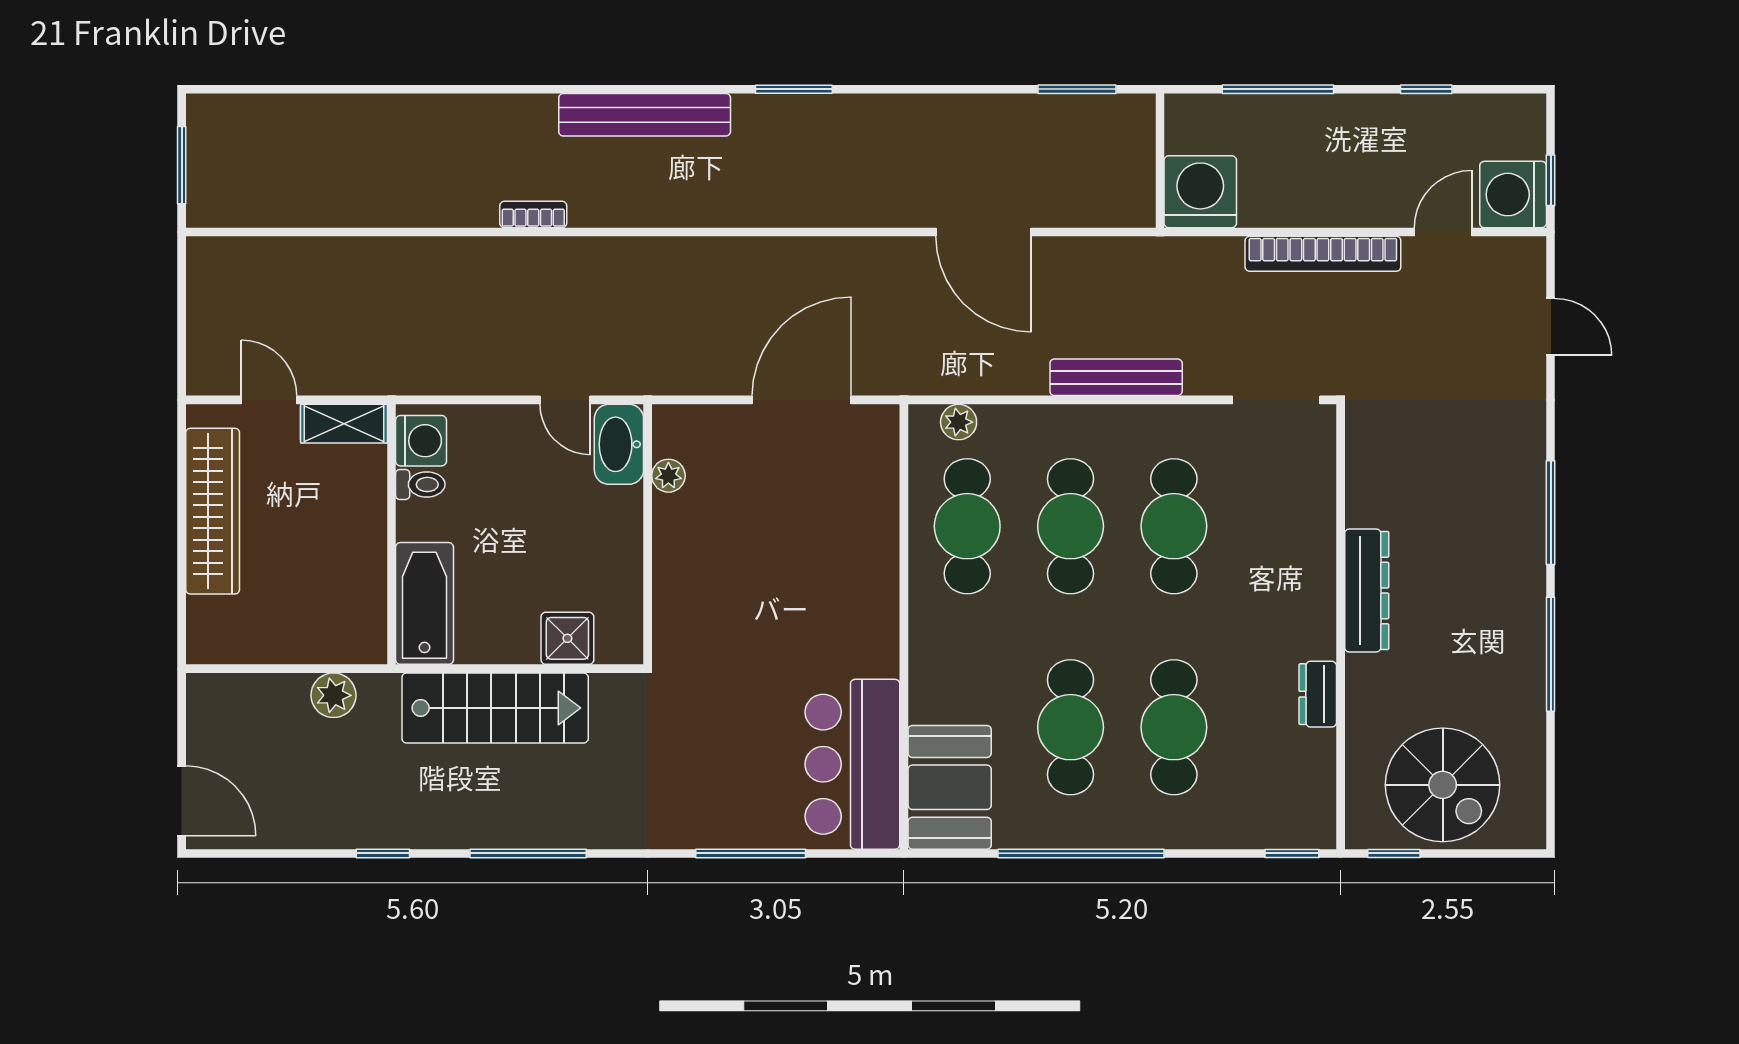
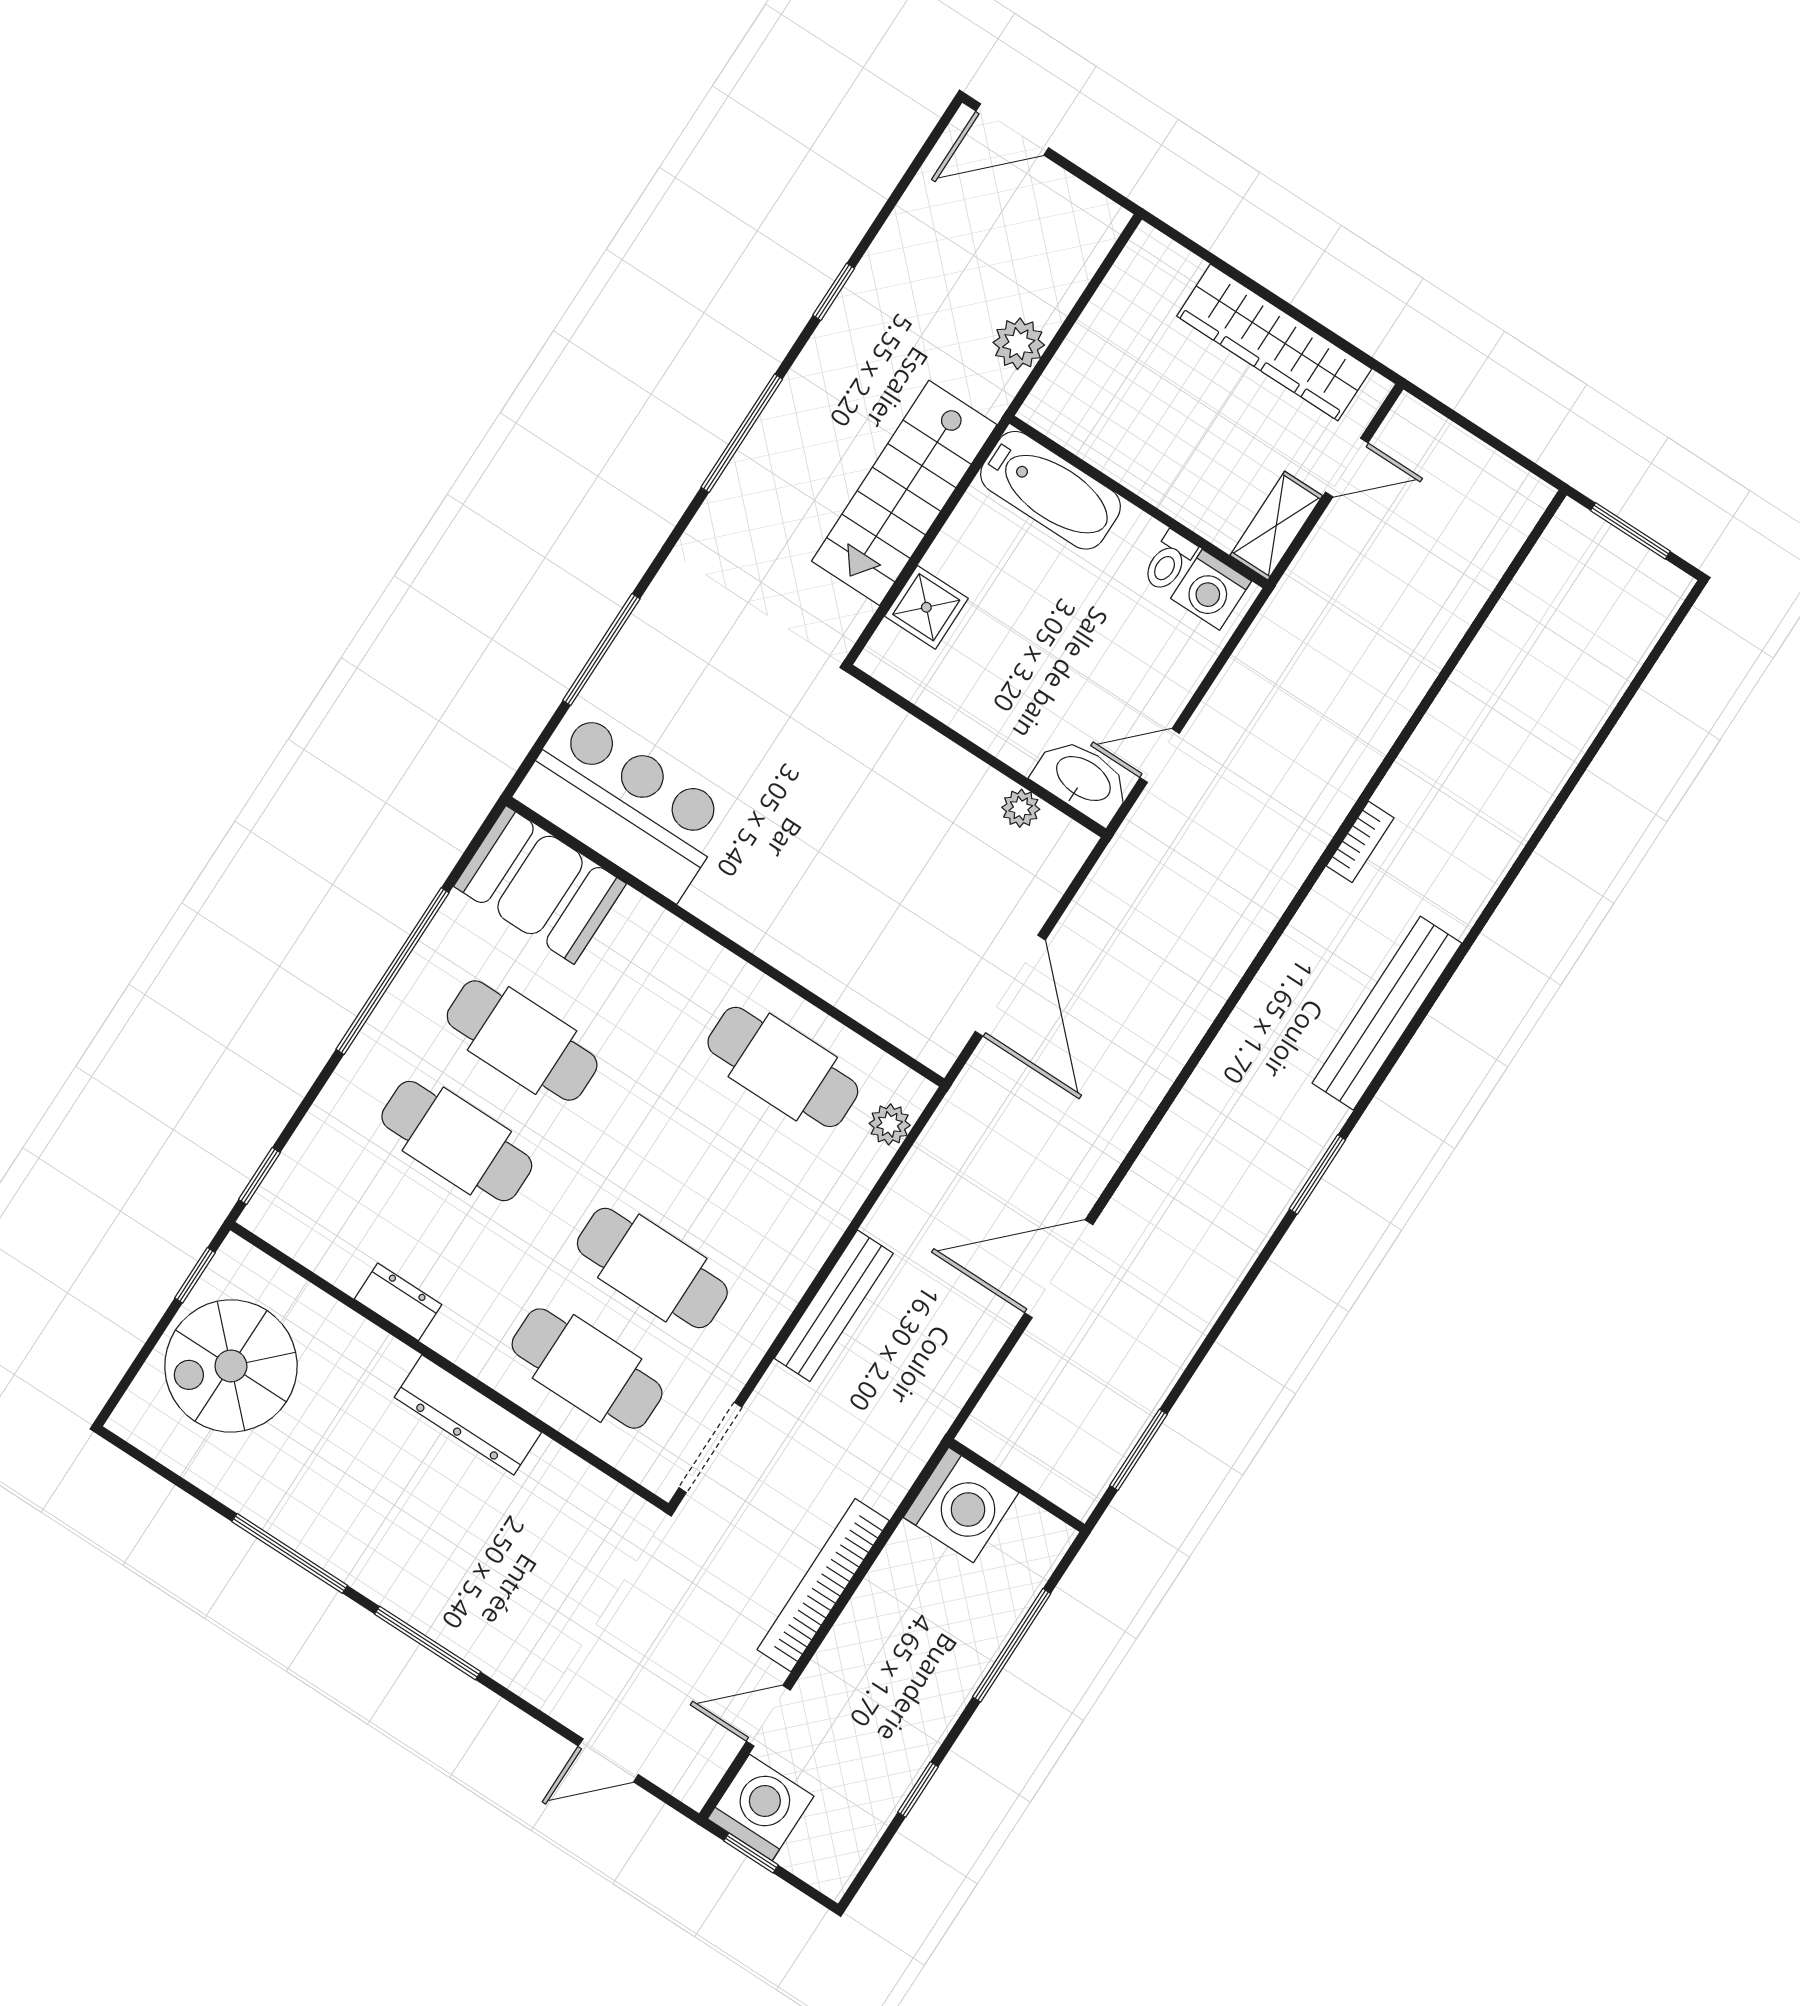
door: (1443, 232) -> (768, 1716), swing flipped
cafe table: (1071, 526) -> (587, 1369), moved

